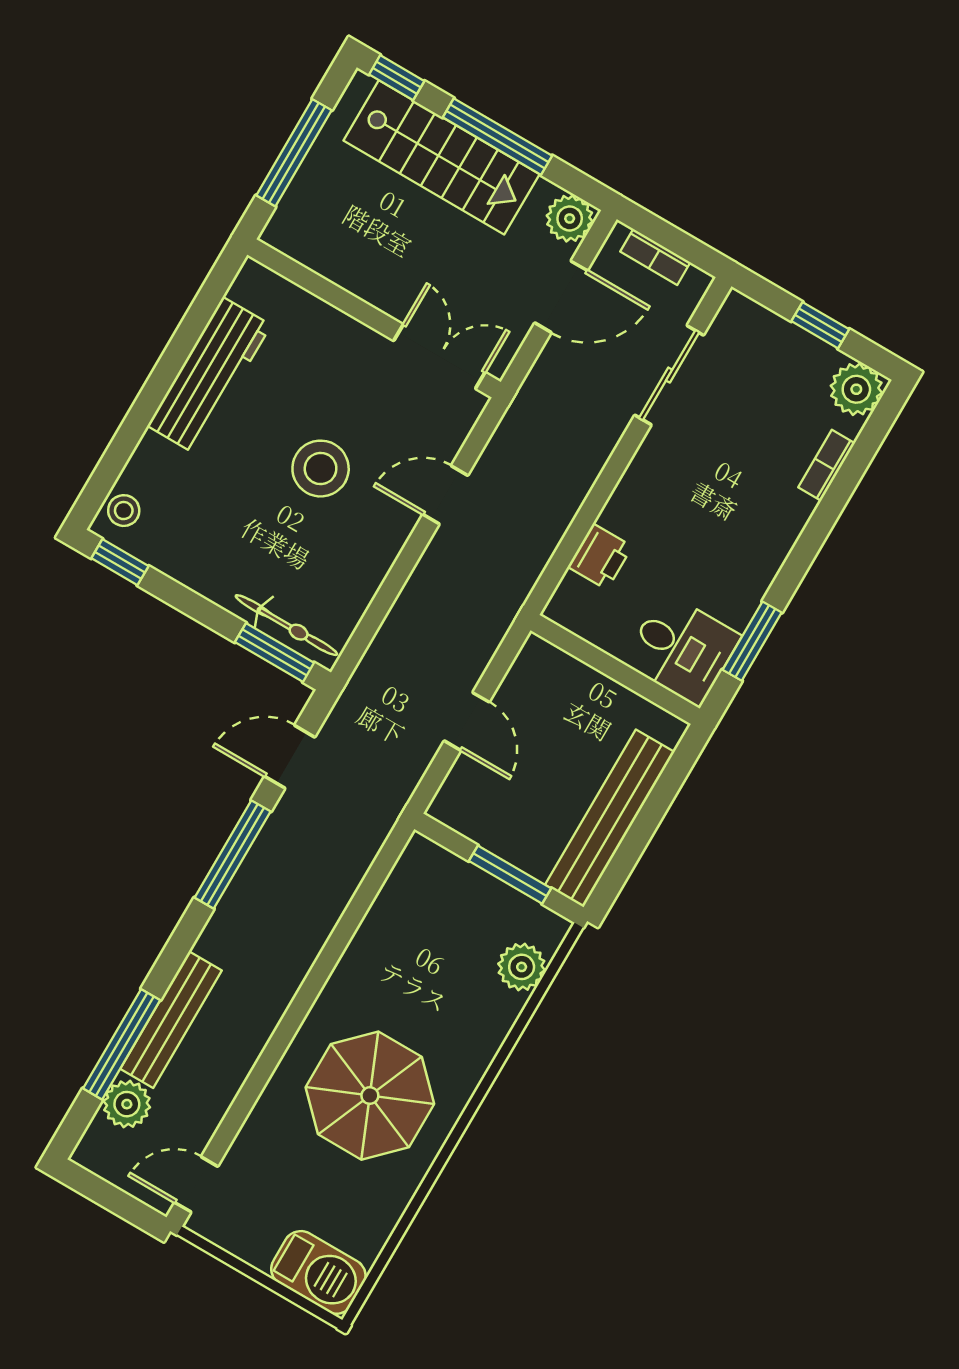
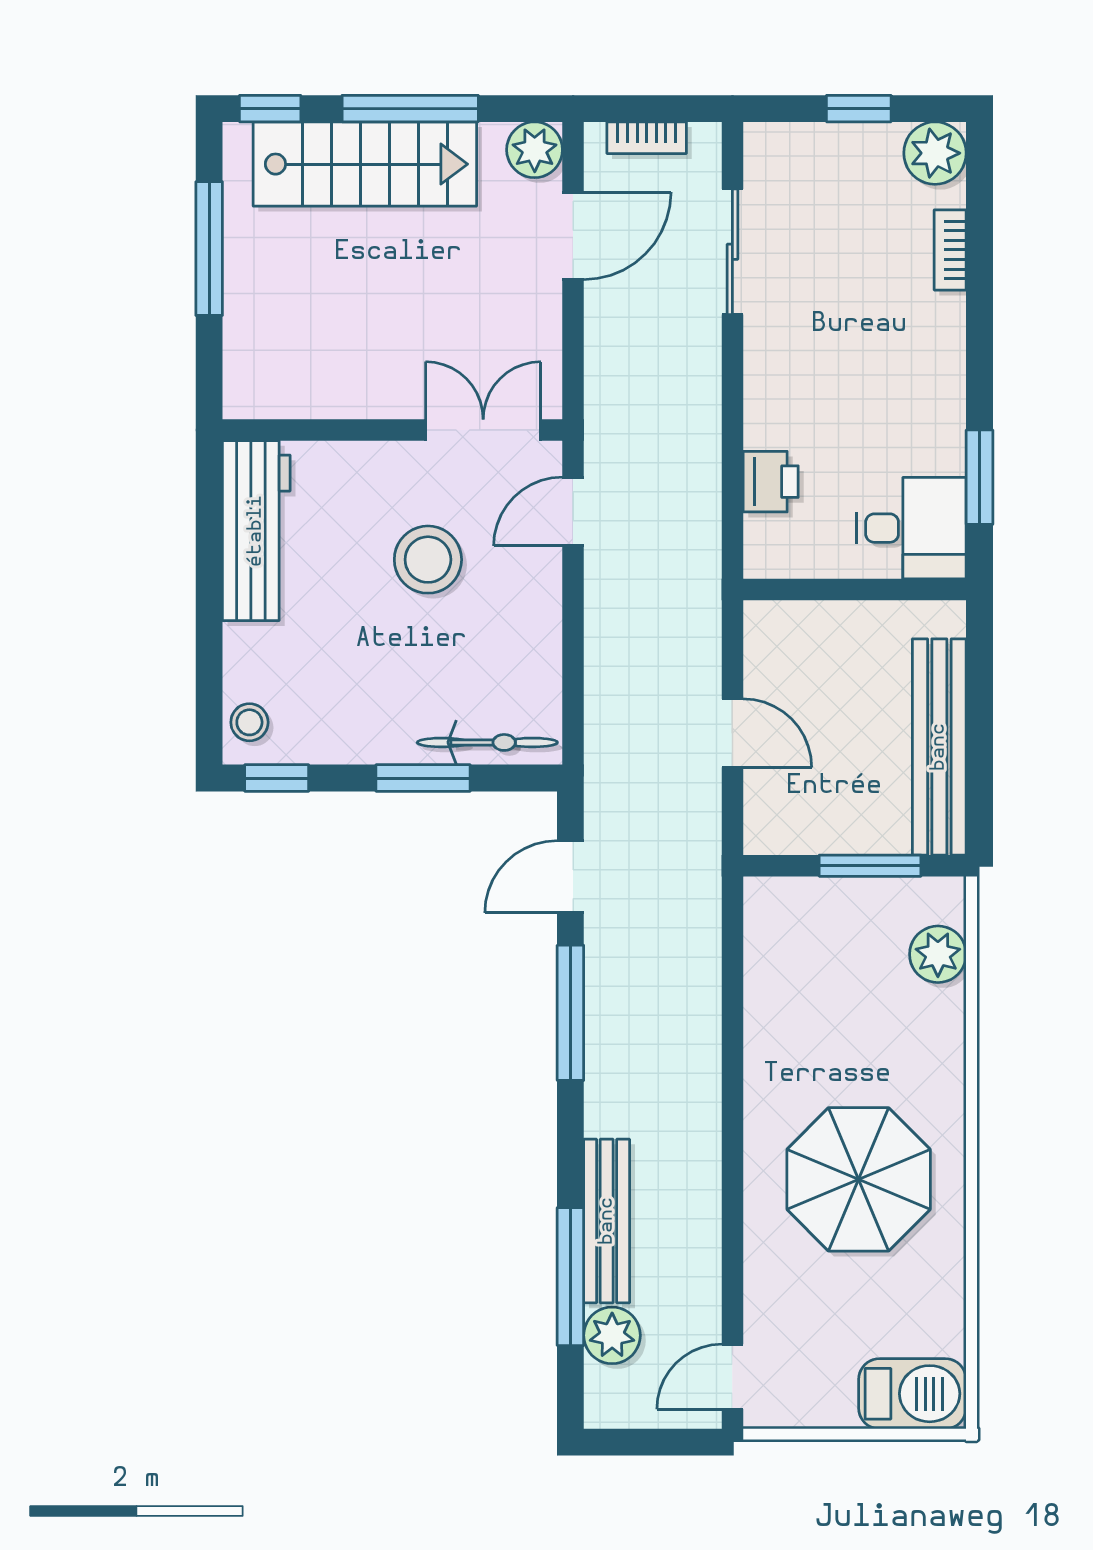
wall: (374, 318) -> (392, 430), moved
double door: (439, 356) -> (483, 430), moved
window: (274, 652) -> (423, 778), moved

